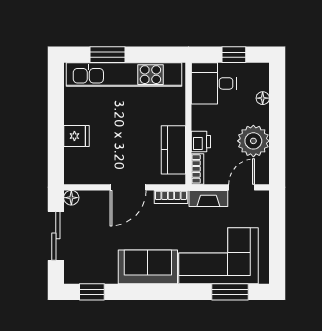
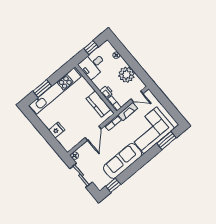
door: (242, 187) -> (137, 96), swing flipped
sofa: (148, 267) -> (123, 161), width x1.36

